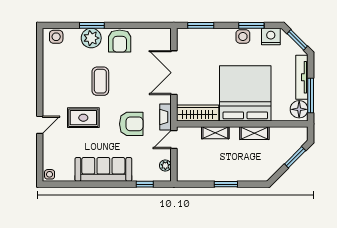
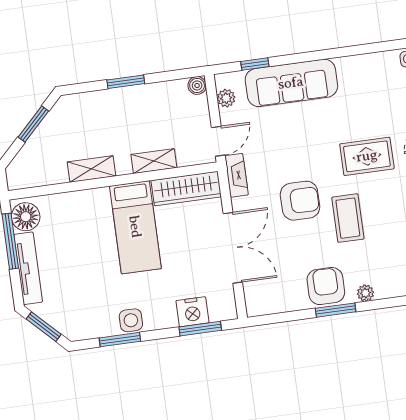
window: (92, 25) -> (336, 310), moved
nightstand: (271, 36) -> (192, 312), moved
plant: (91, 38) -> (365, 293), width x0.53, depth x0.53
bed: (245, 93) -> (135, 227), width x0.49
armchair: (131, 124) -> (300, 201), moved, turned 180
window: (295, 157) -> (33, 124), moved
sofa: (103, 169) -> (291, 83), moved
boiler: (182, 176) -> (197, 85), added

